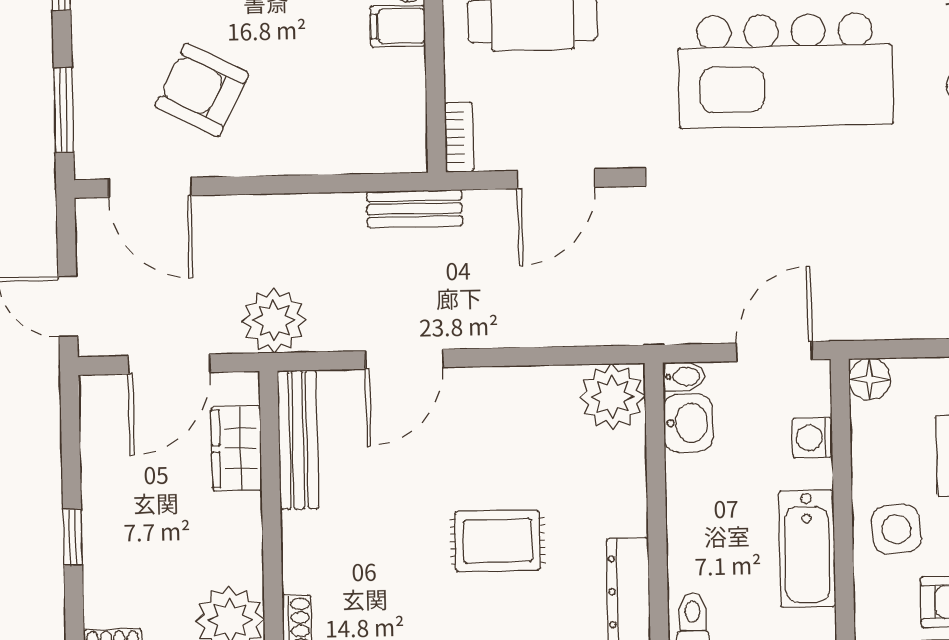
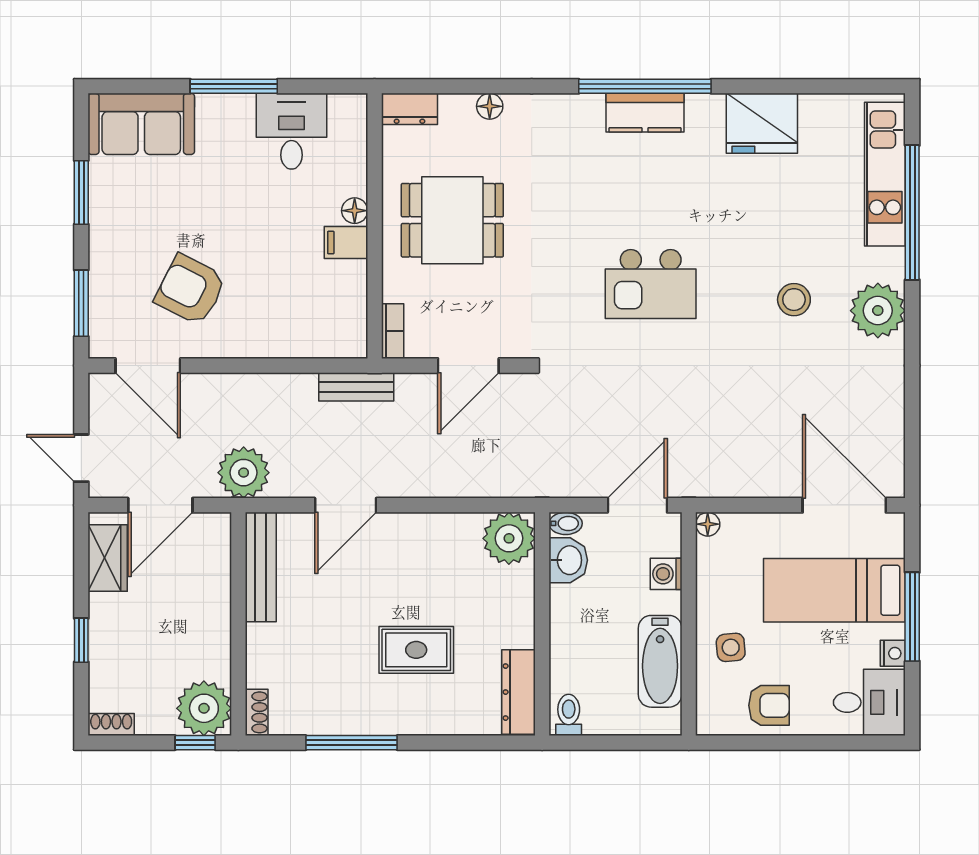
kitchen island: (785, 71) -> (651, 284), width x0.54, depth x0.78
floor lamp: (870, 379) -> (708, 524), width x0.73, depth x0.73
wardrobe: (237, 448) -> (108, 558), moved, turned 180
side table: (896, 529) -> (731, 647), width x0.73, depth x0.73

